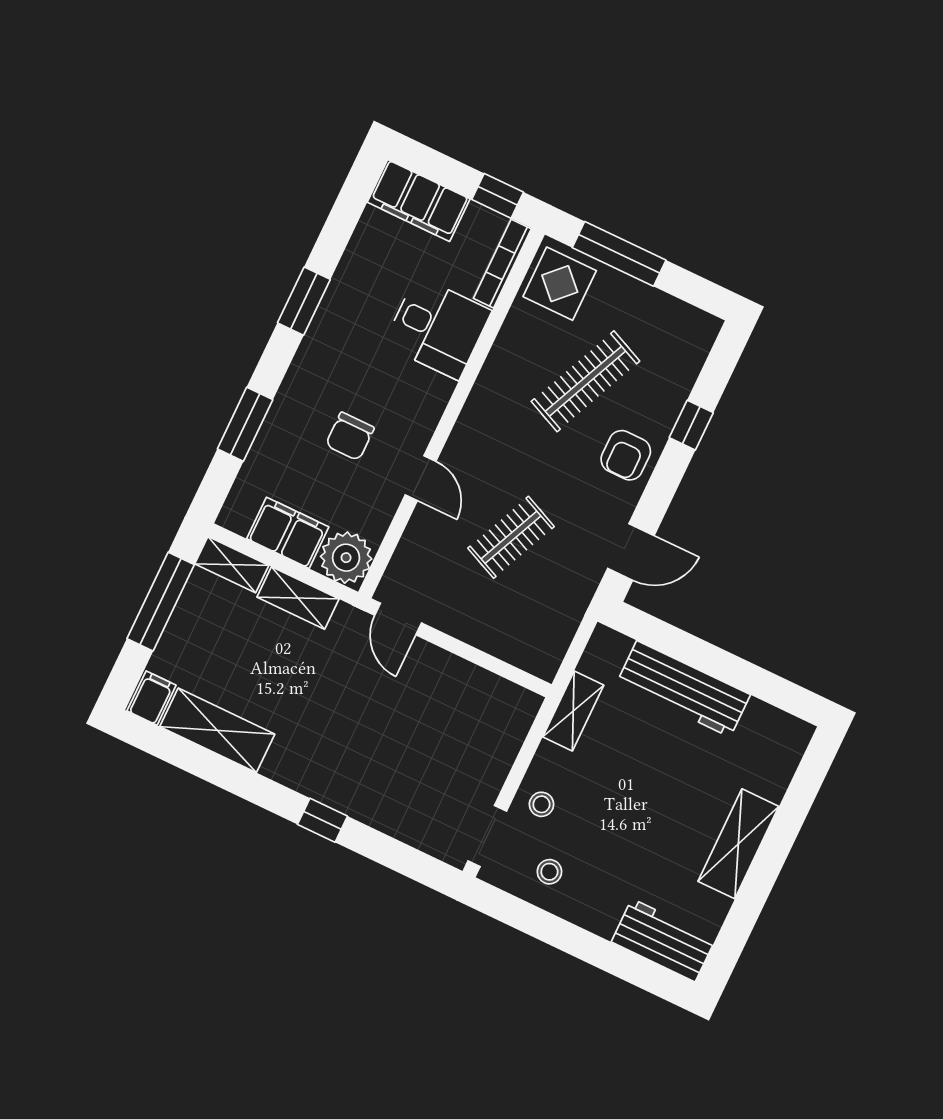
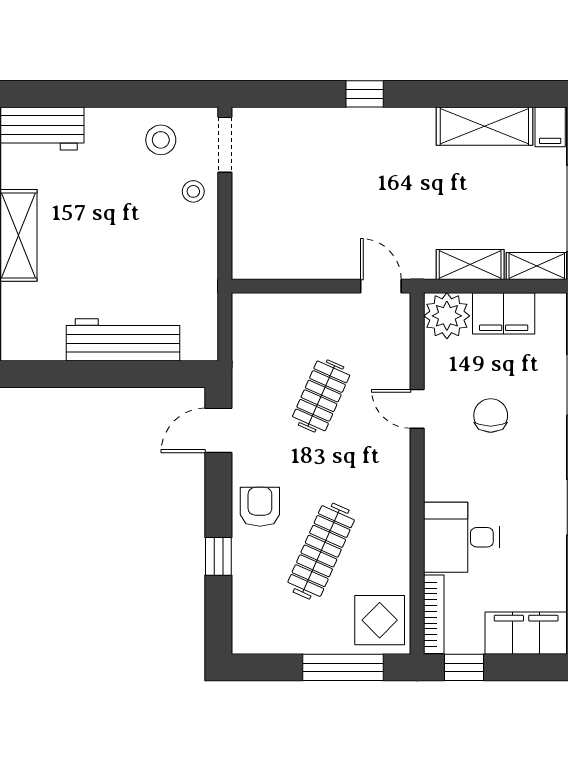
shelving: (573, 711) -> (204, 279), removed
stool: (549, 872) -> (161, 140), width x1.37, depth x1.37

